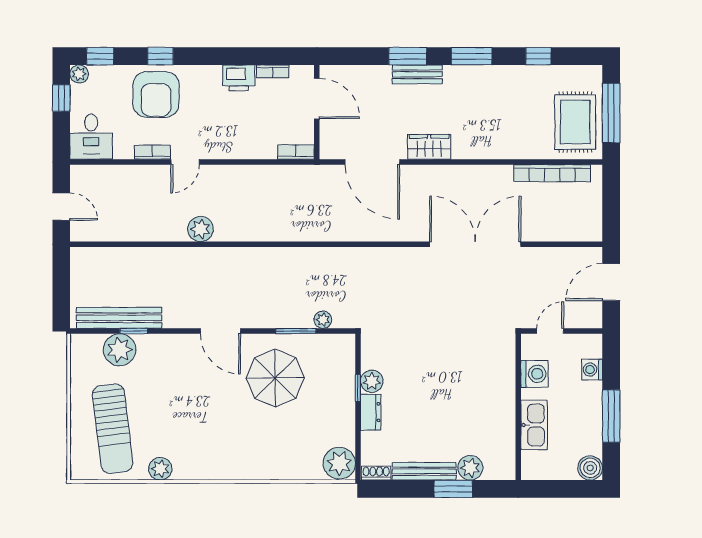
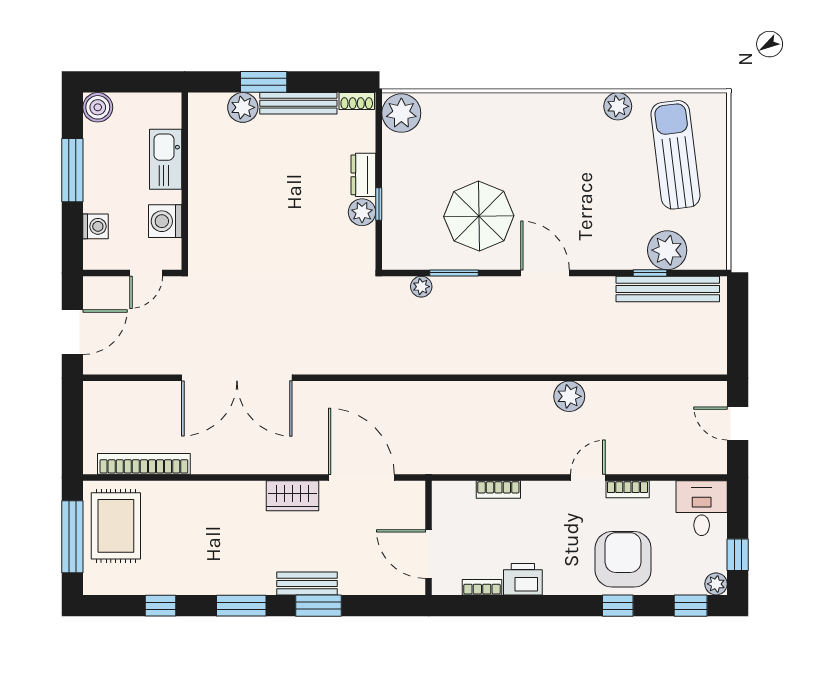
bookcase: (296, 152) -> (498, 489), moved

